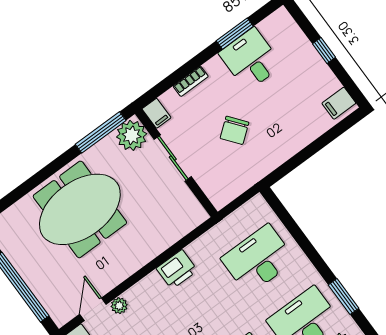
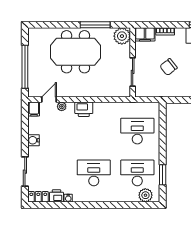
filing cabinet: (157, 113) -> (145, 34), width x2.00
window: (101, 132) -> (95, 25), moved
sliding door: (173, 158) -> (133, 72), moved
printer: (177, 269) -> (84, 109), moved

